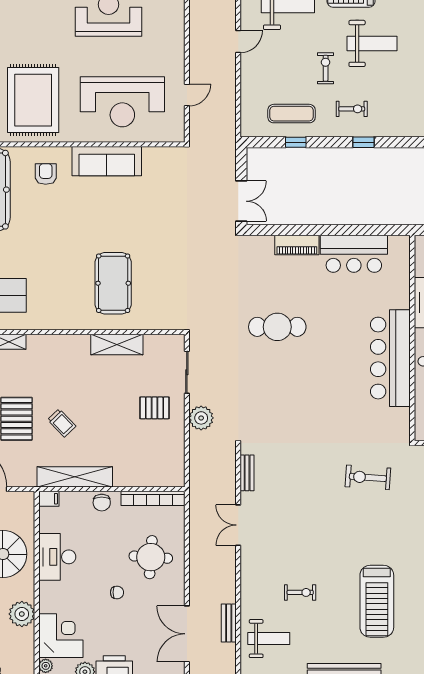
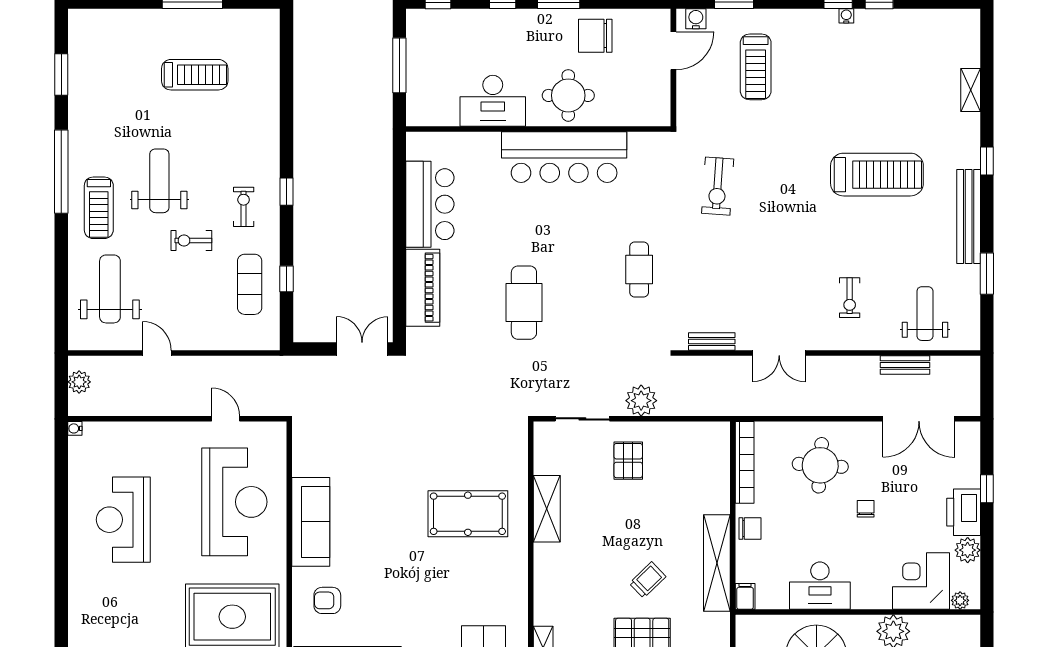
piano: (297, 245) -> (423, 288), width x1.37, depth x1.33
cafe table: (303, 416) -> (639, 270), added
exercise bike: (300, 592) -> (850, 298), moved, turned 180

